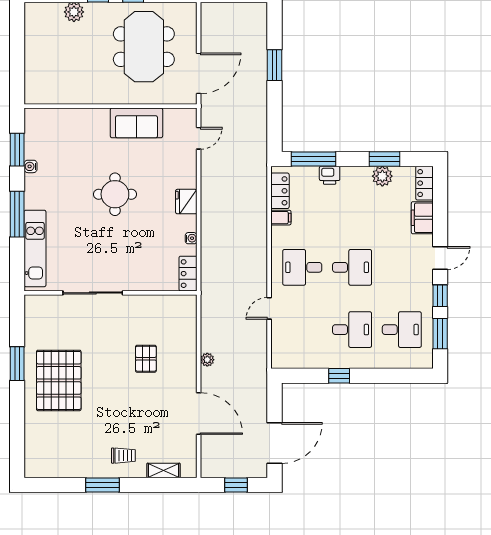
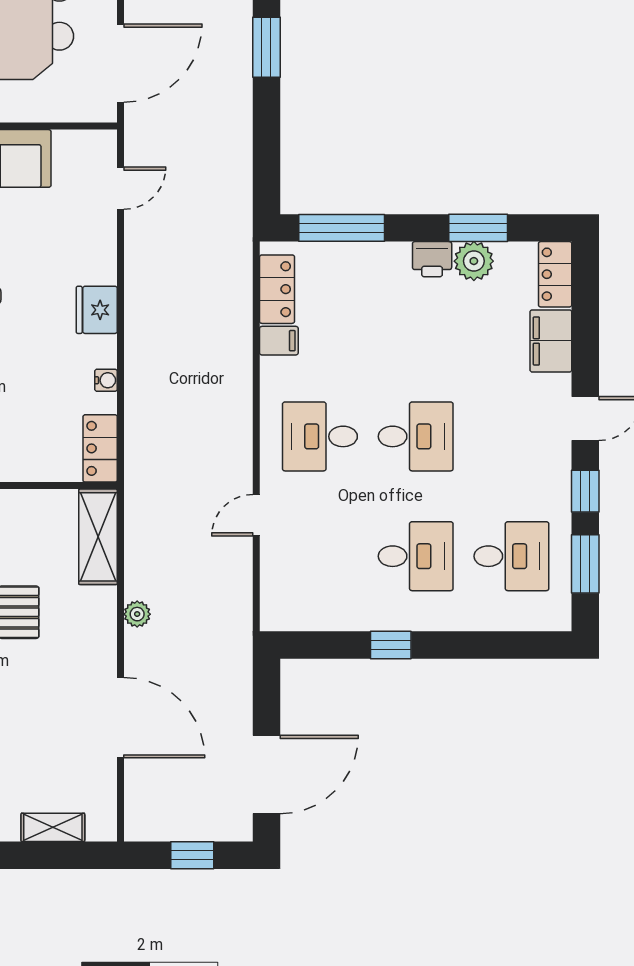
printer: (330, 175) -> (432, 259), moved
shelving: (187, 320) -> (98, 537), added

